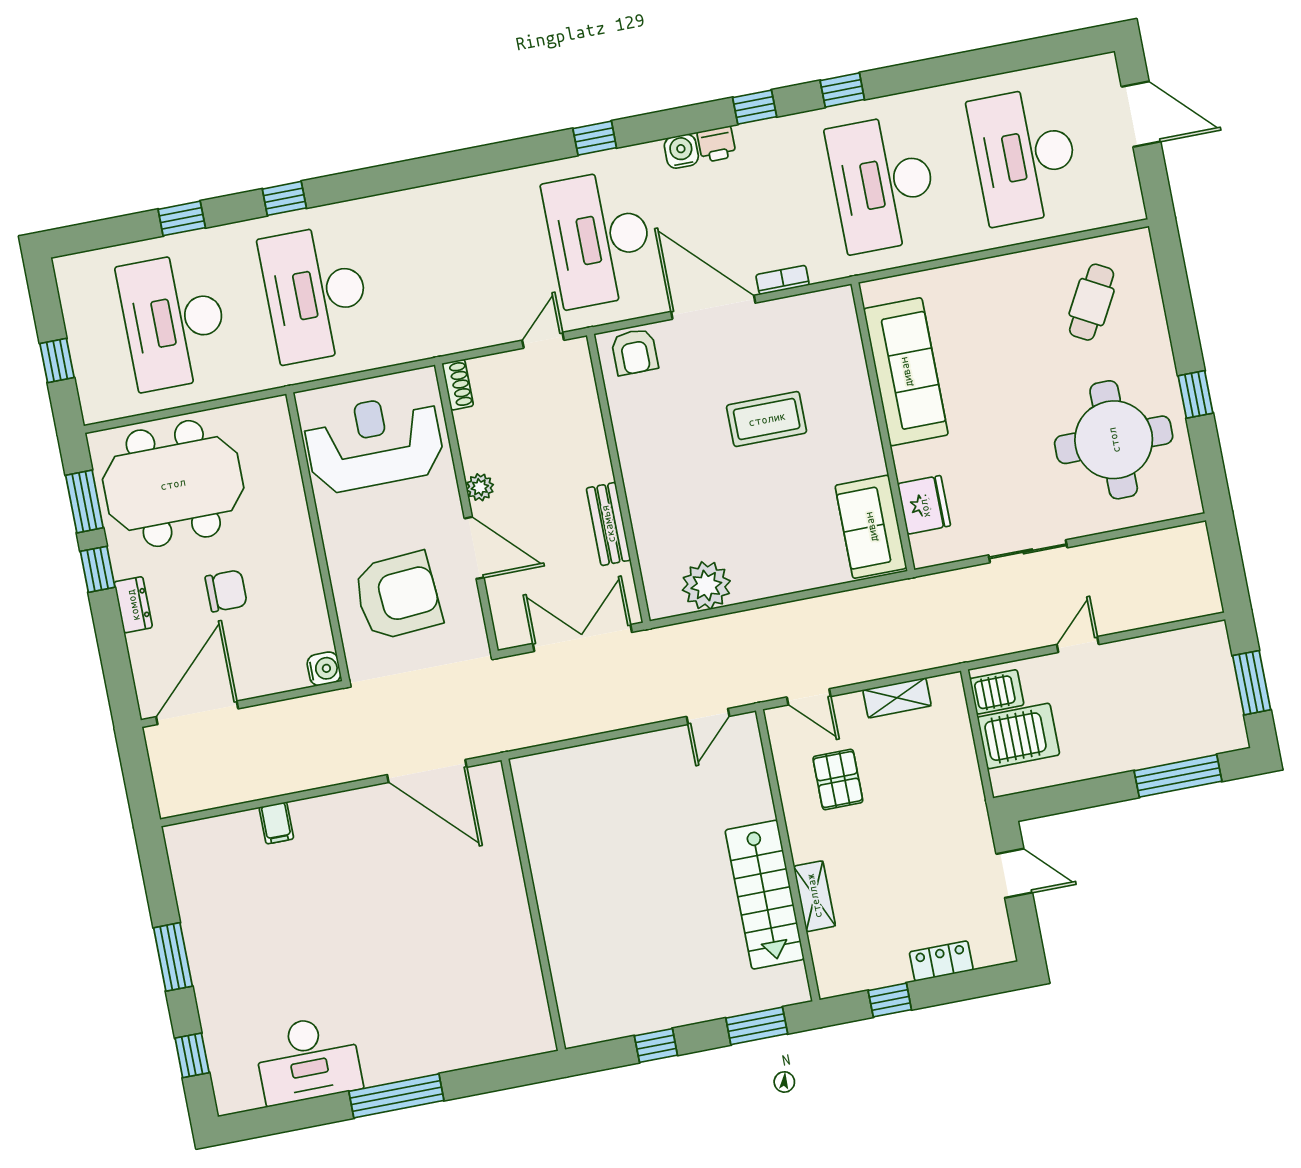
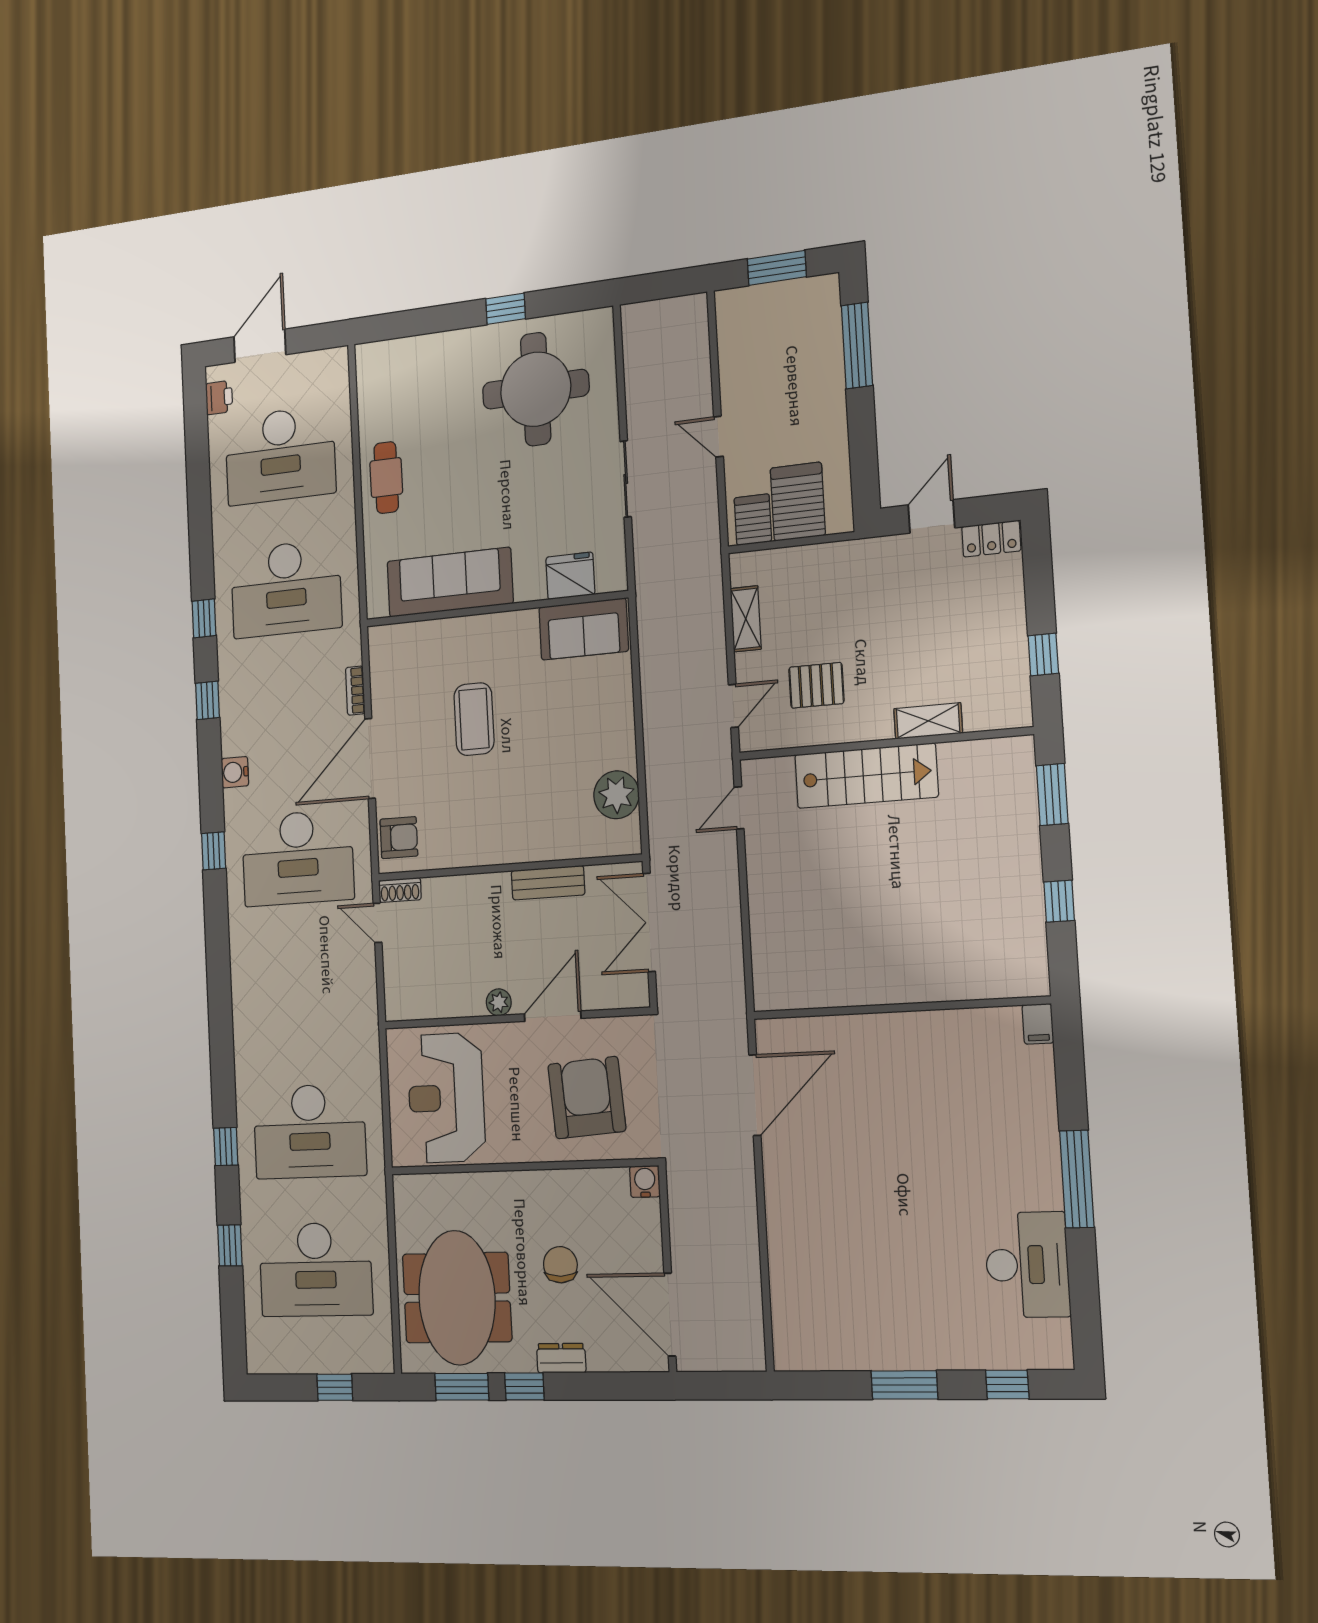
printer: (717, 144) -> (219, 398), moved
cafe table: (1092, 302) -> (386, 478), moved, turned 61
shoe rack: (458, 385) -> (400, 890), moved, turned 180
door: (708, 716) -> (739, 808), swing flipped
filing cabinet: (276, 823) -> (1038, 1024), moved, turned 90
stairs: (765, 895) -> (866, 776), moved
locker: (941, 961) -> (991, 539), moved, turned -90

